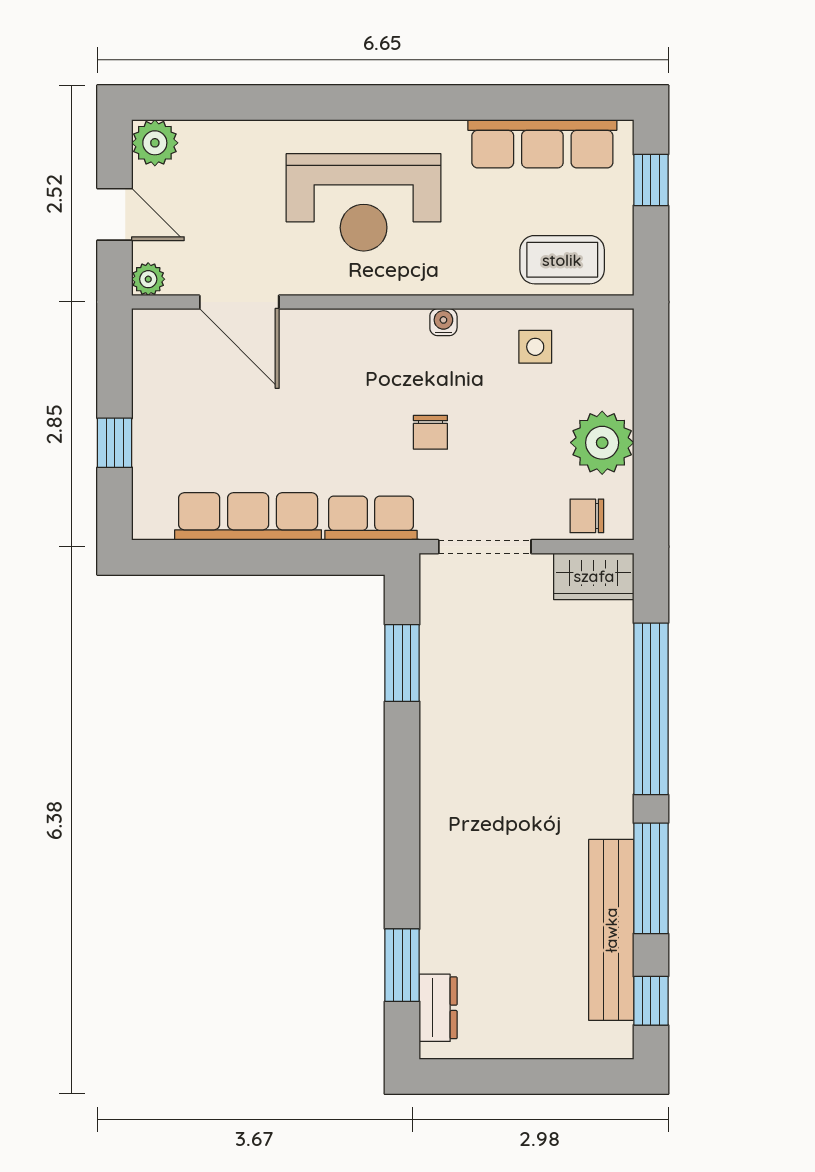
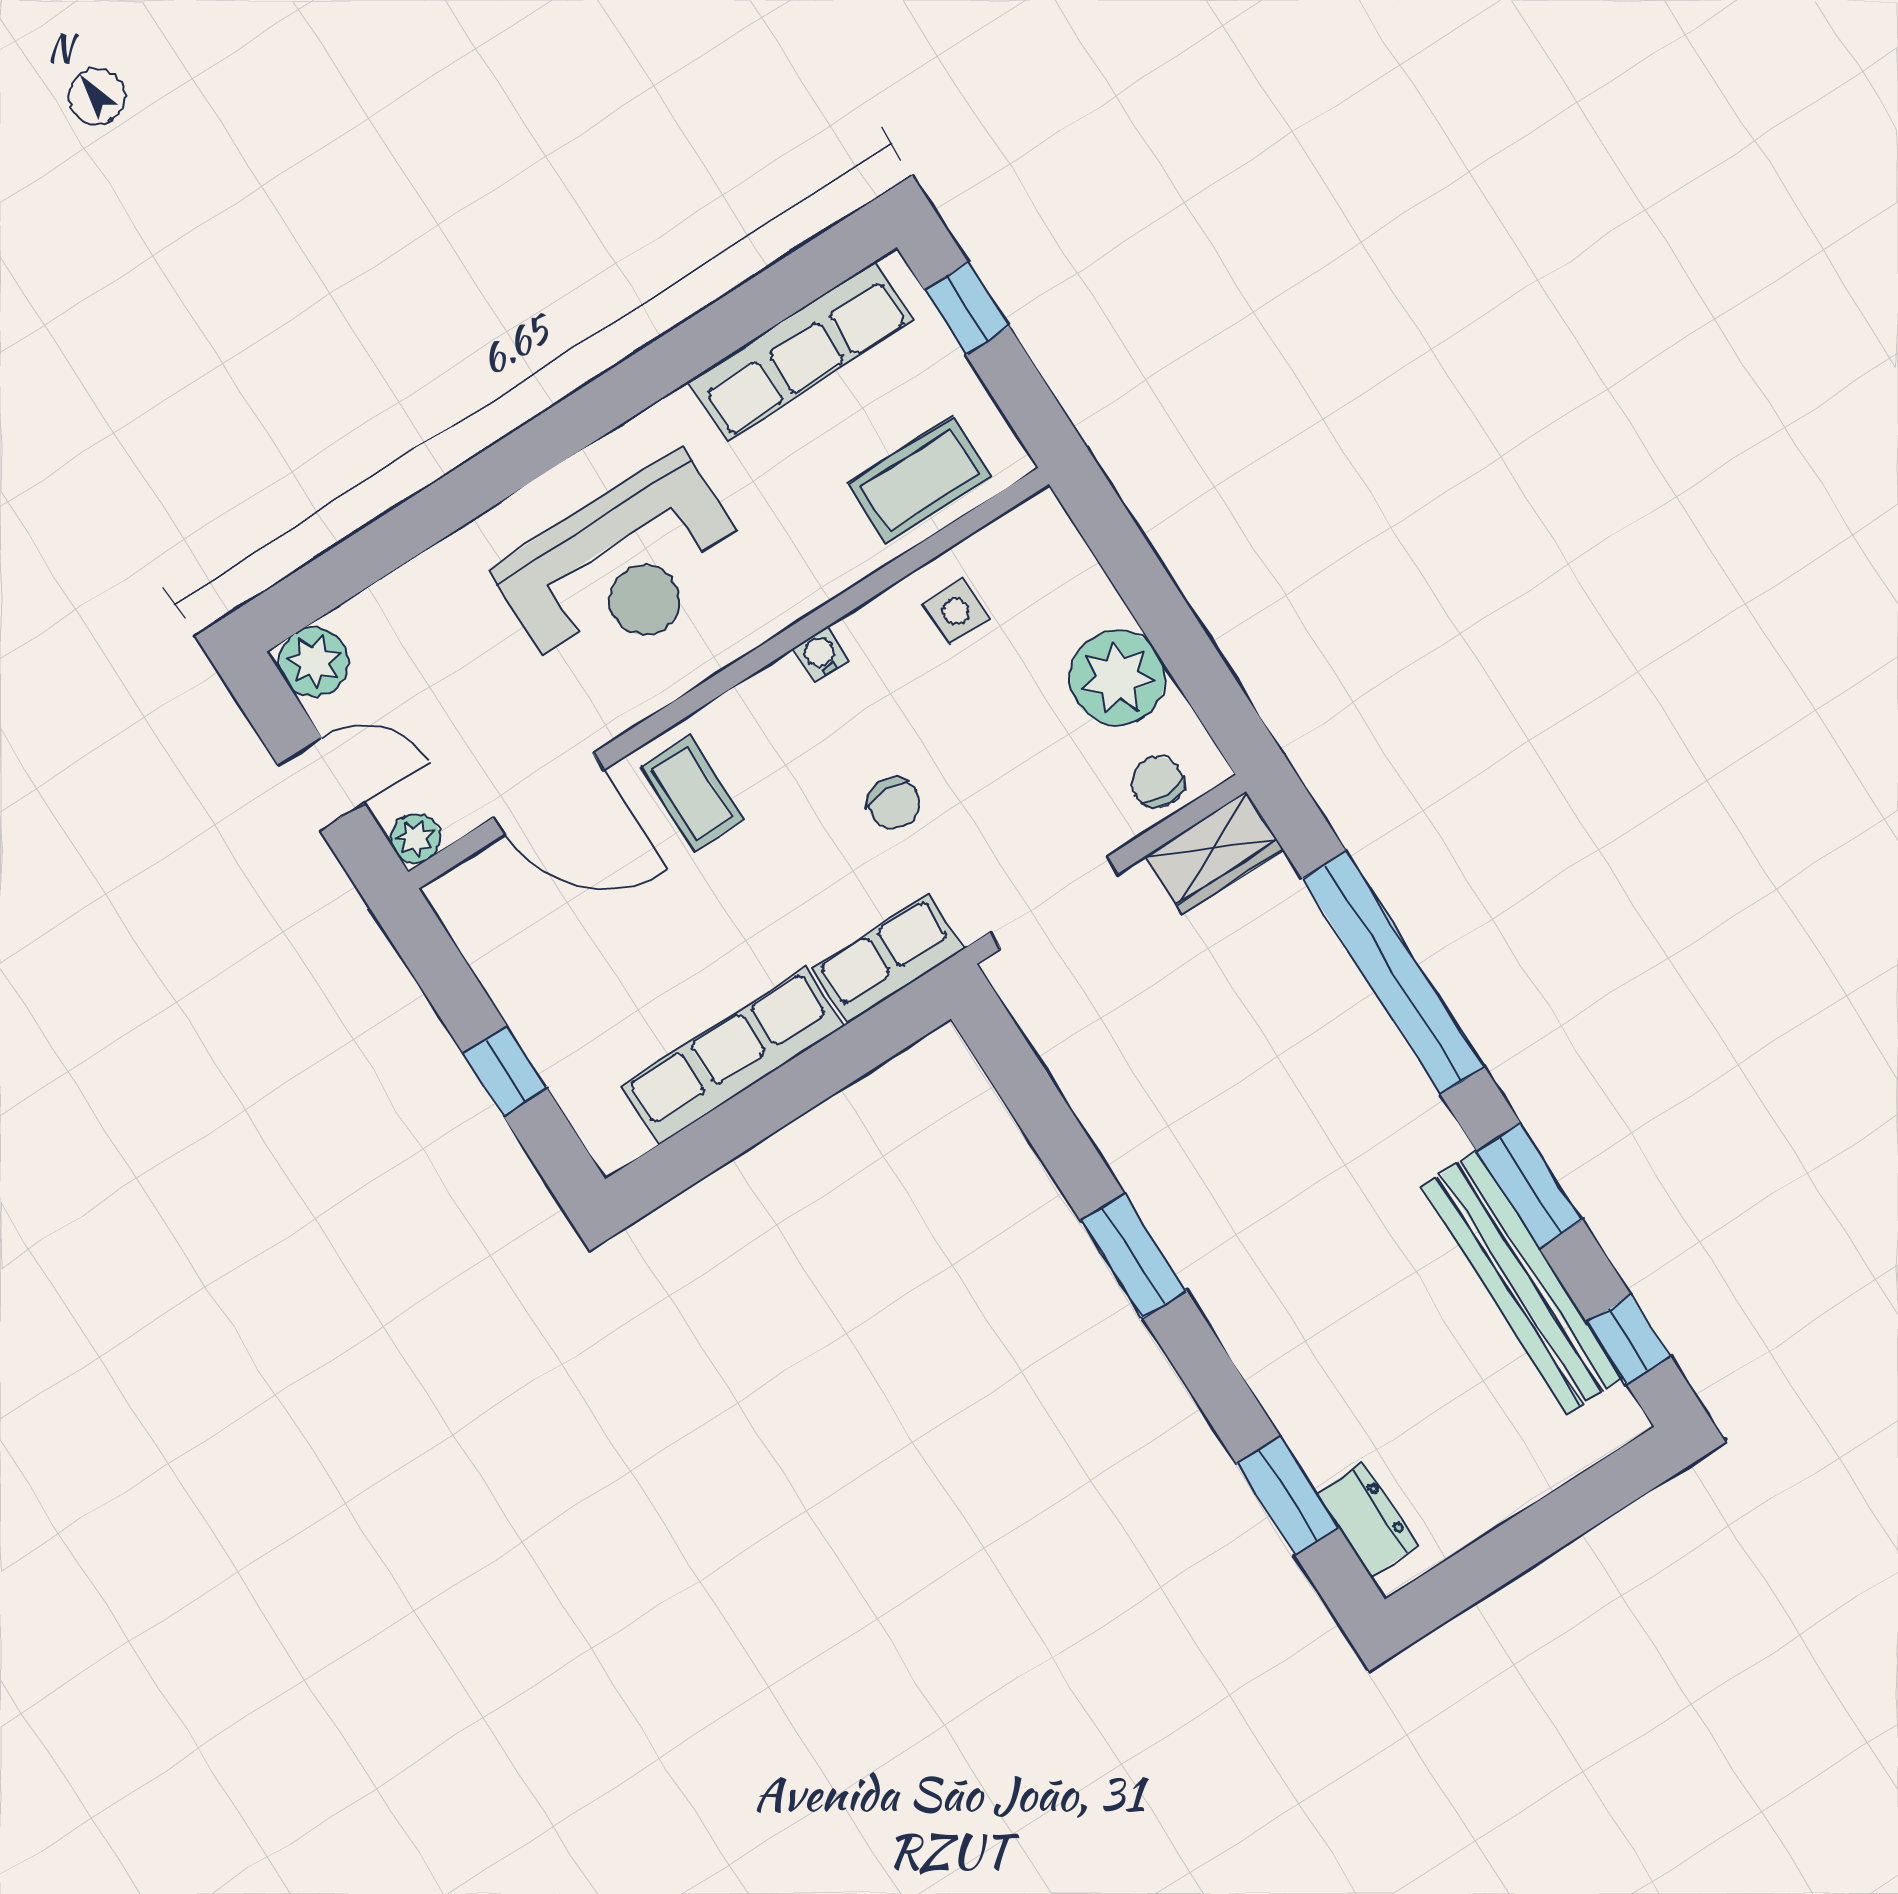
coffee table: (321, 354) -> (692, 793), added
chair: (587, 516) -> (1157, 782), turned 90
window: (402, 663) -> (1134, 1256), moved
window: (651, 878) -> (1530, 1186), width x0.69

